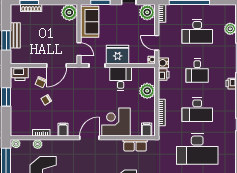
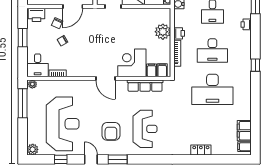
printer: (164, 75) -> (179, 33), moved
desk: (121, 79) -> (38, 65), moved, turned 180
filing cabinet: (63, 130) -> (152, 70), moved
door: (89, 138) -> (105, 78), swing flipped
plant: (38, 144) -> (54, 85), removed
row of seats: (135, 145) -> (145, 86), width x1.48

